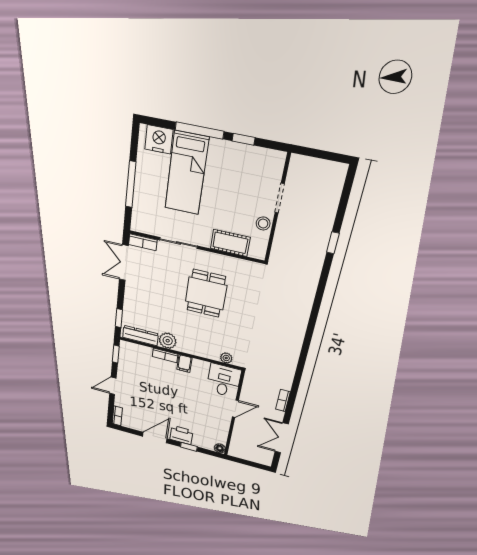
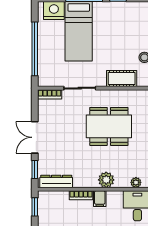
window: (131, 184) -> (35, 49), width x1.46
double door: (124, 263) -> (35, 137), moved
dining table: (206, 293) -> (109, 126), width x1.38
plant: (168, 341) -> (106, 180), moved

